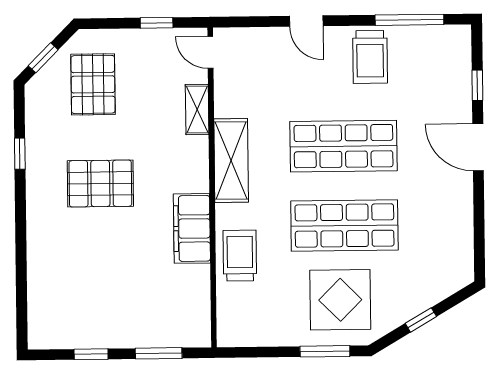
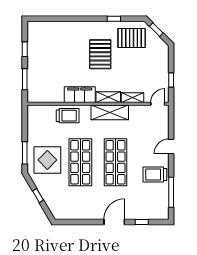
pallet: (93, 84) -> (132, 38), moved
shelving: (197, 164) -> (108, 97), added

